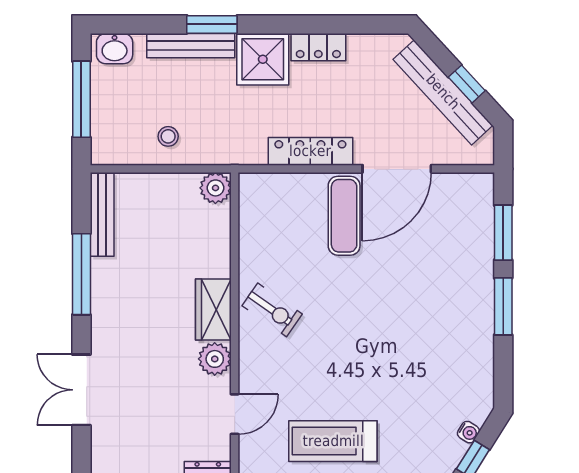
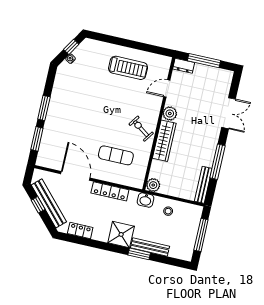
locker: (318, 47) -> (80, 230), moved
washbasin: (115, 49) -> (145, 200), moved, turned 180
door: (397, 169) -> (75, 176), hinge flipped
exercise mat: (344, 216) -> (116, 155), moved, turned 90
wardrobe: (213, 310) -> (164, 141), width x1.50

